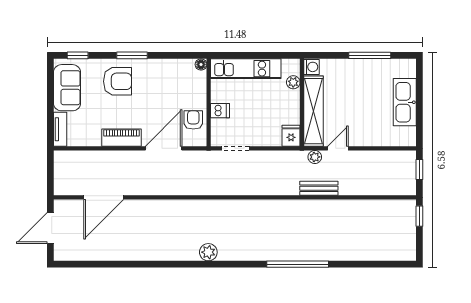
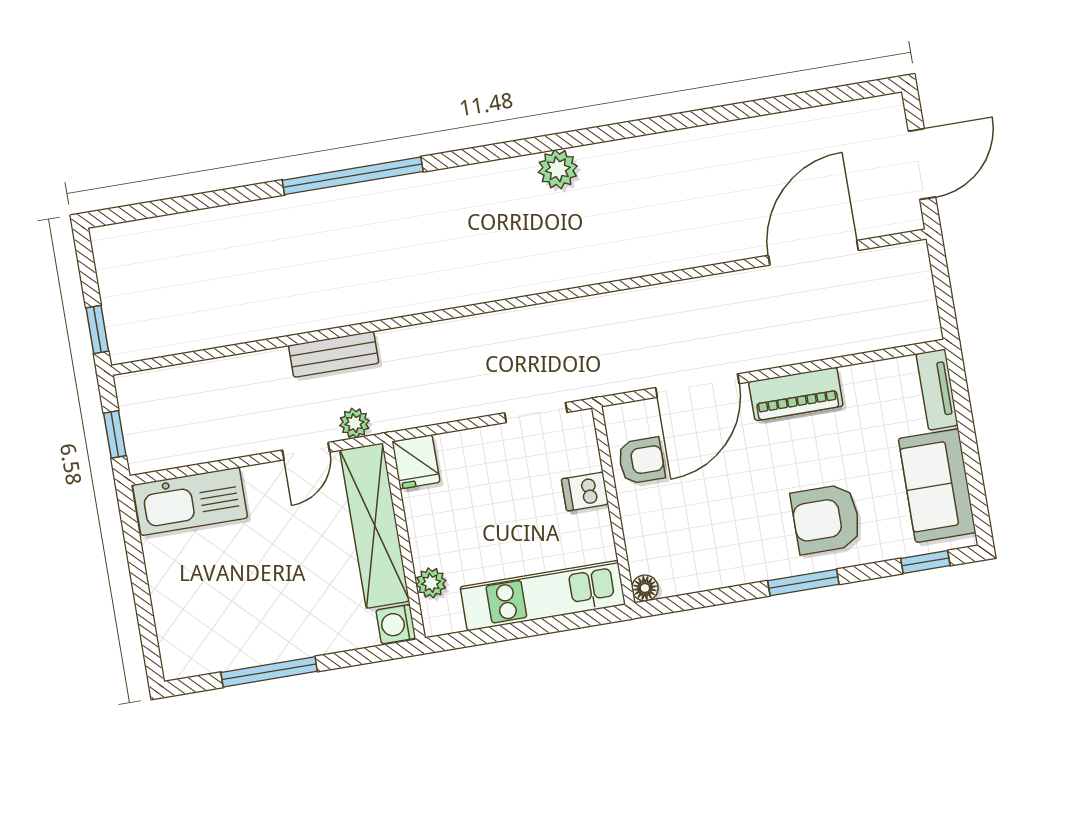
kitchen sink: (405, 102) -> (190, 501), moved, turned 90
armchair: (193, 120) -> (641, 461), turned -90

